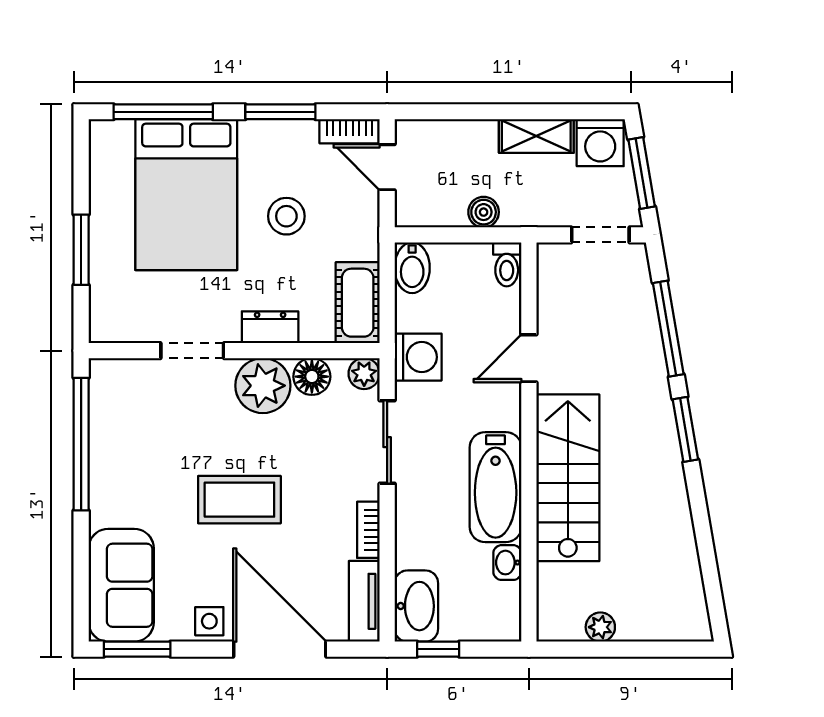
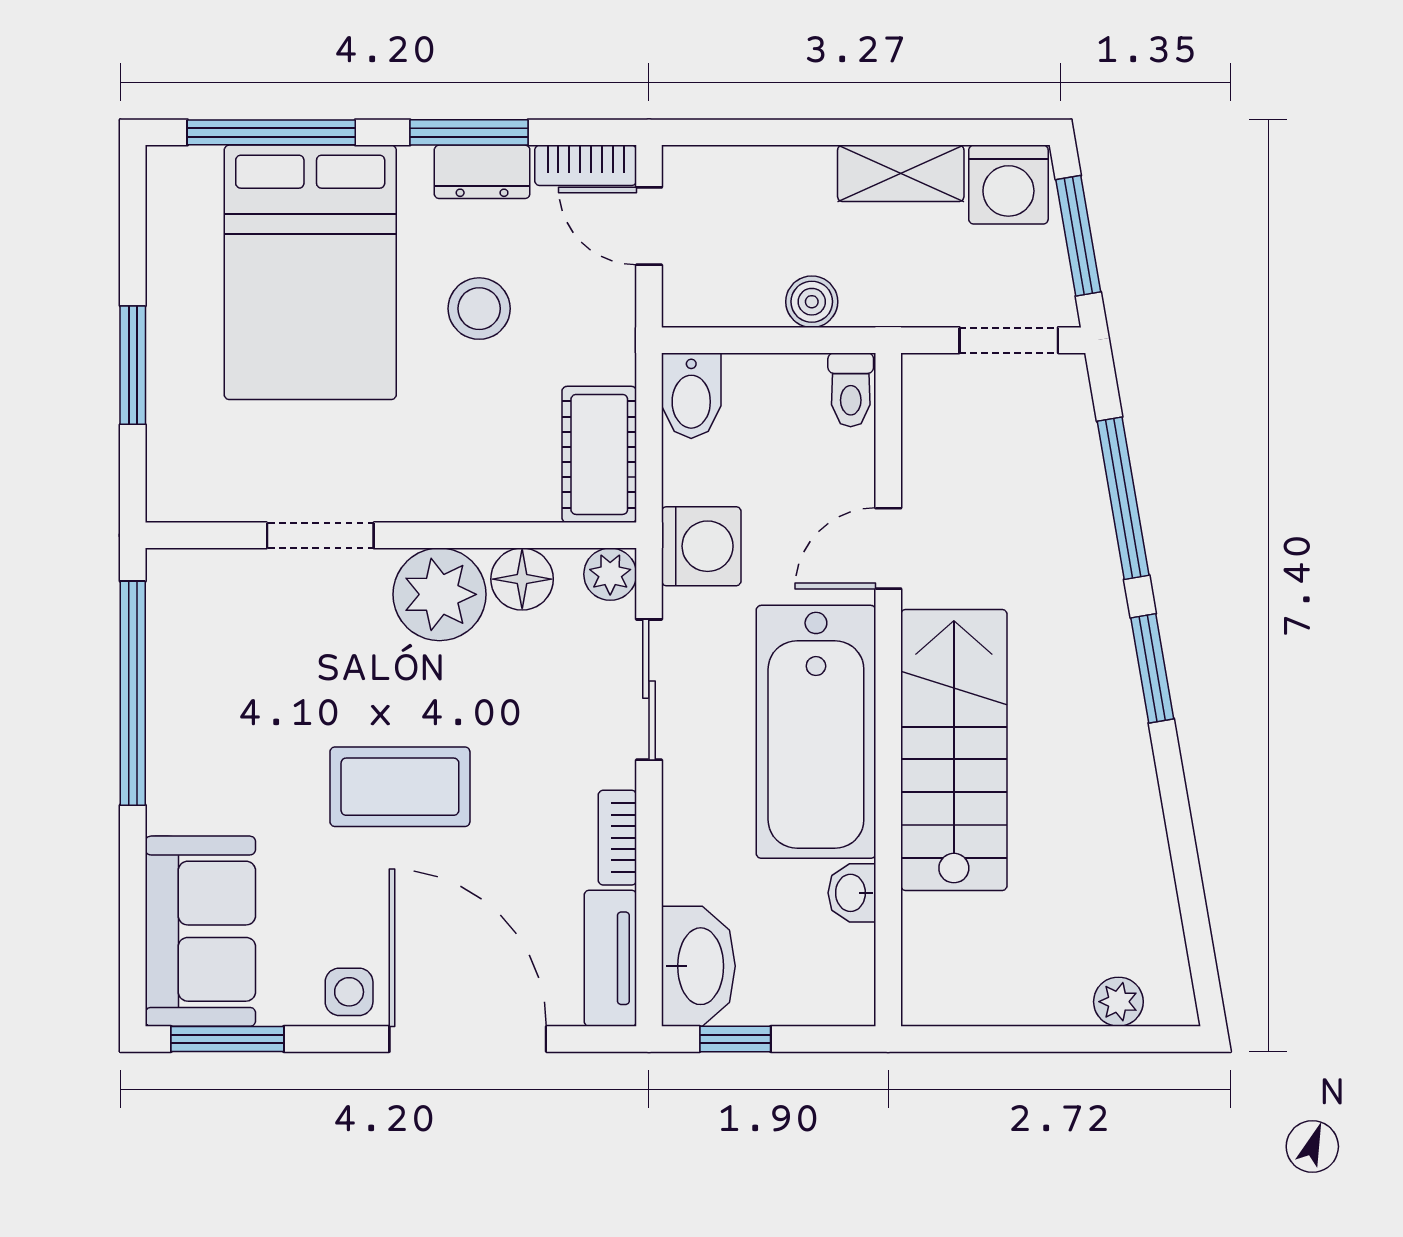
dresser: (270, 327) -> (482, 172), moved, turned 180
bathtub: (496, 487) -> (816, 732), width x1.36, depth x1.36
plant: (600, 627) -> (1118, 1002), moved

